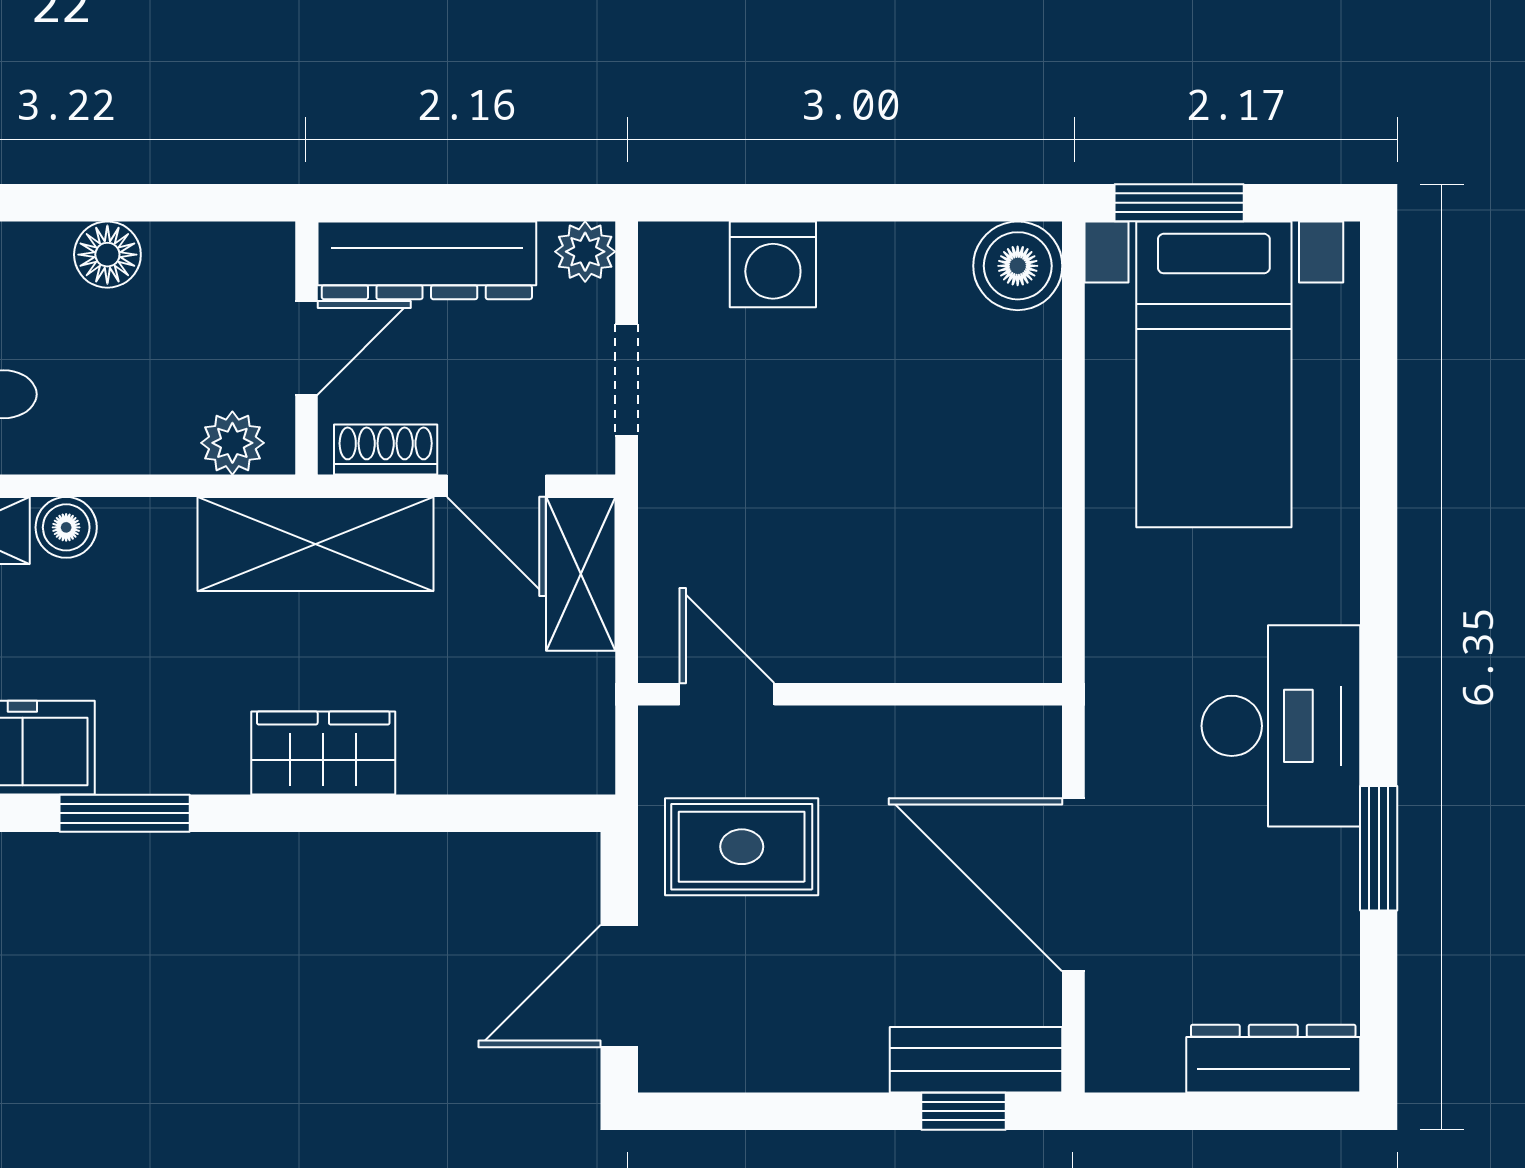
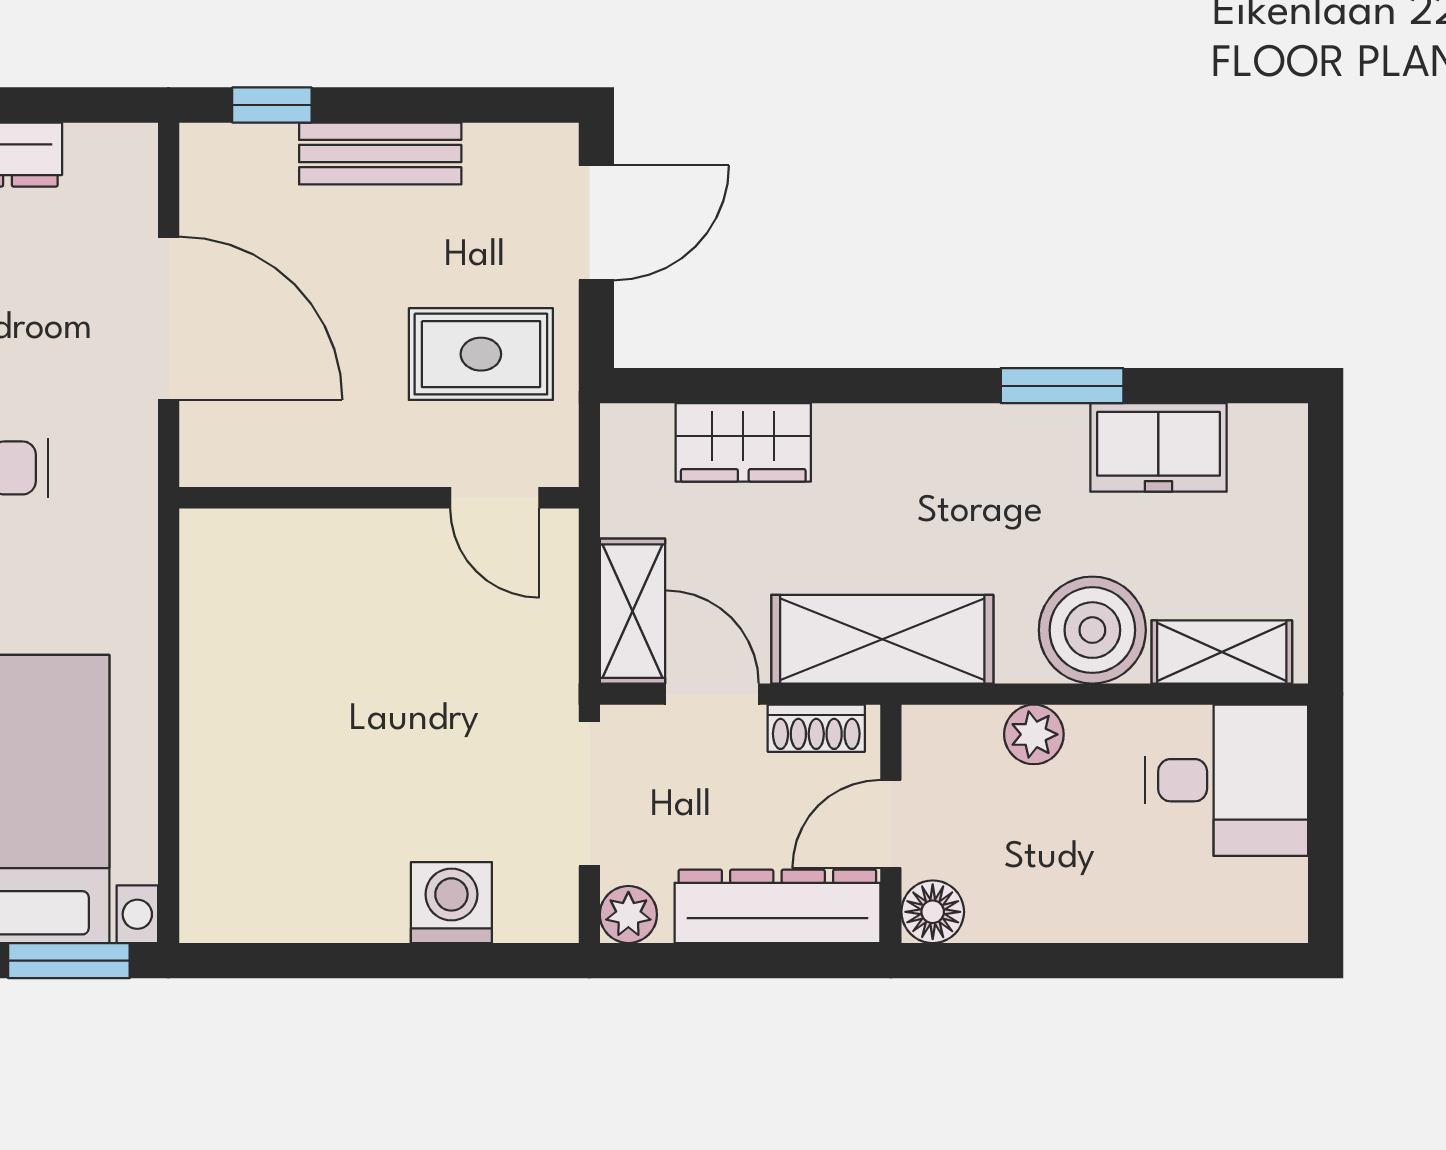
floor lamp: (107, 255) -> (933, 912), moved
boiler: (1018, 266) -> (221, 901), removed
doorway: (627, 380) -> (589, 794), width x1.38
plant: (232, 443) -> (1034, 734), moved
boiler: (66, 527) -> (1092, 630), width x1.86, depth x1.86
wardrobe: (323, 753) -> (743, 442), moved
bench: (976, 1060) -> (380, 154), moved

